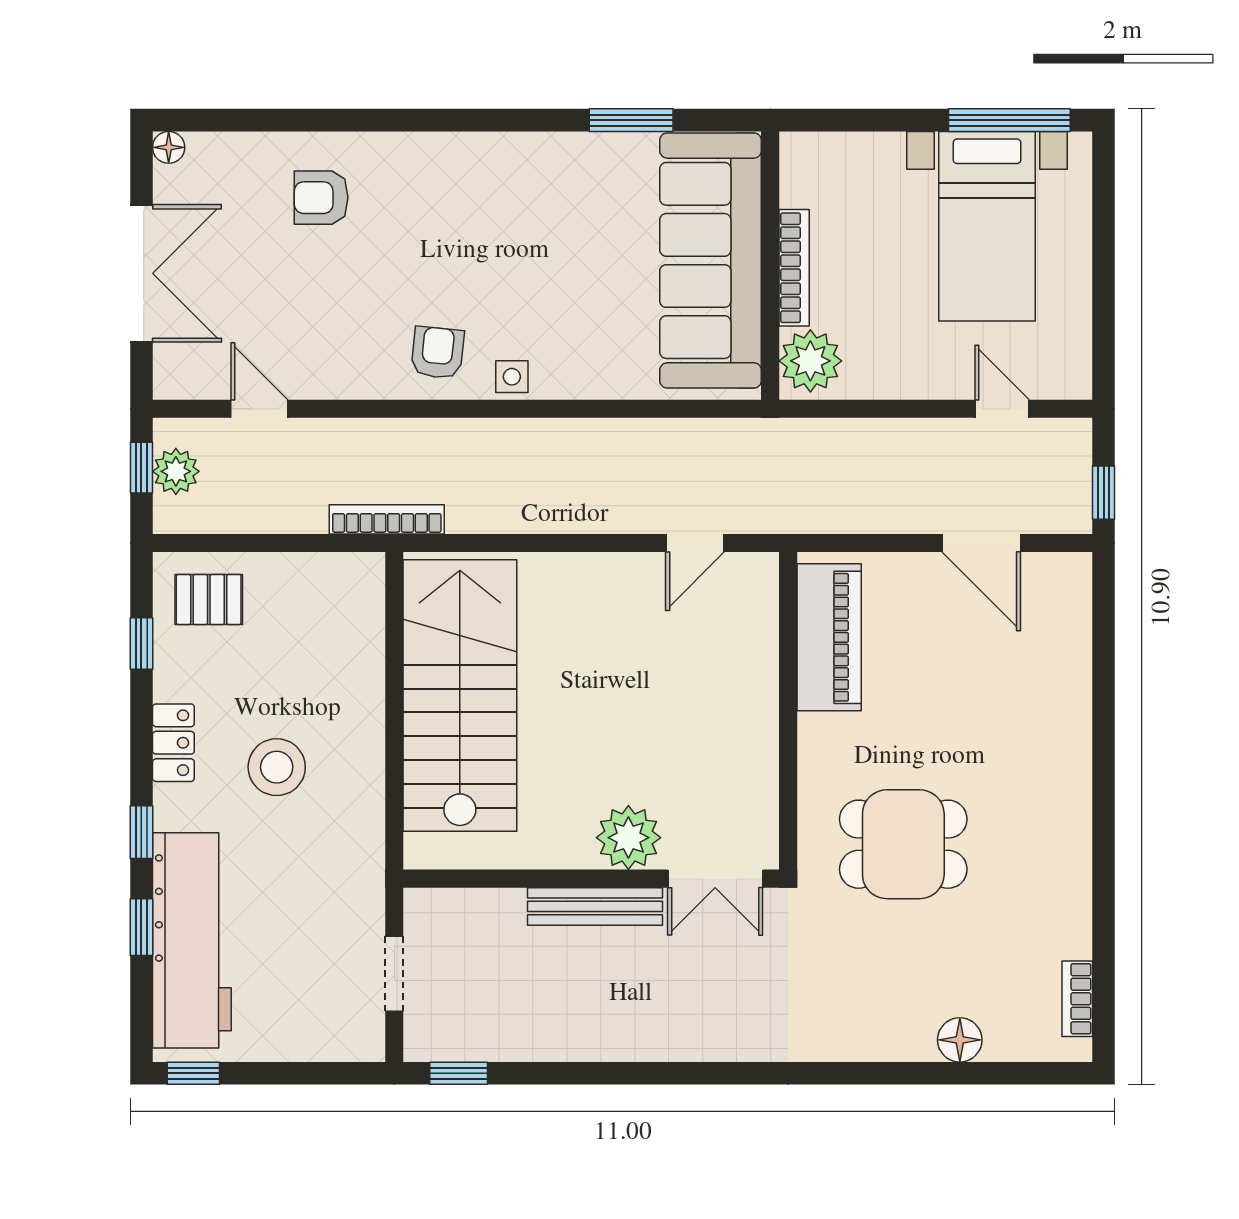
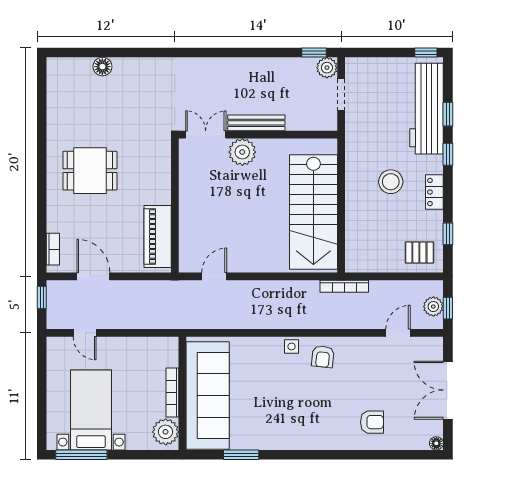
plant: (810, 361) -> (166, 432), moved
door: (259, 409) -> (398, 333), swing flipped
dining table: (903, 844) -> (90, 171), moved
bookcase: (1077, 999) -> (53, 249), moved
plant: (428, 1037) -> (327, 68), added

